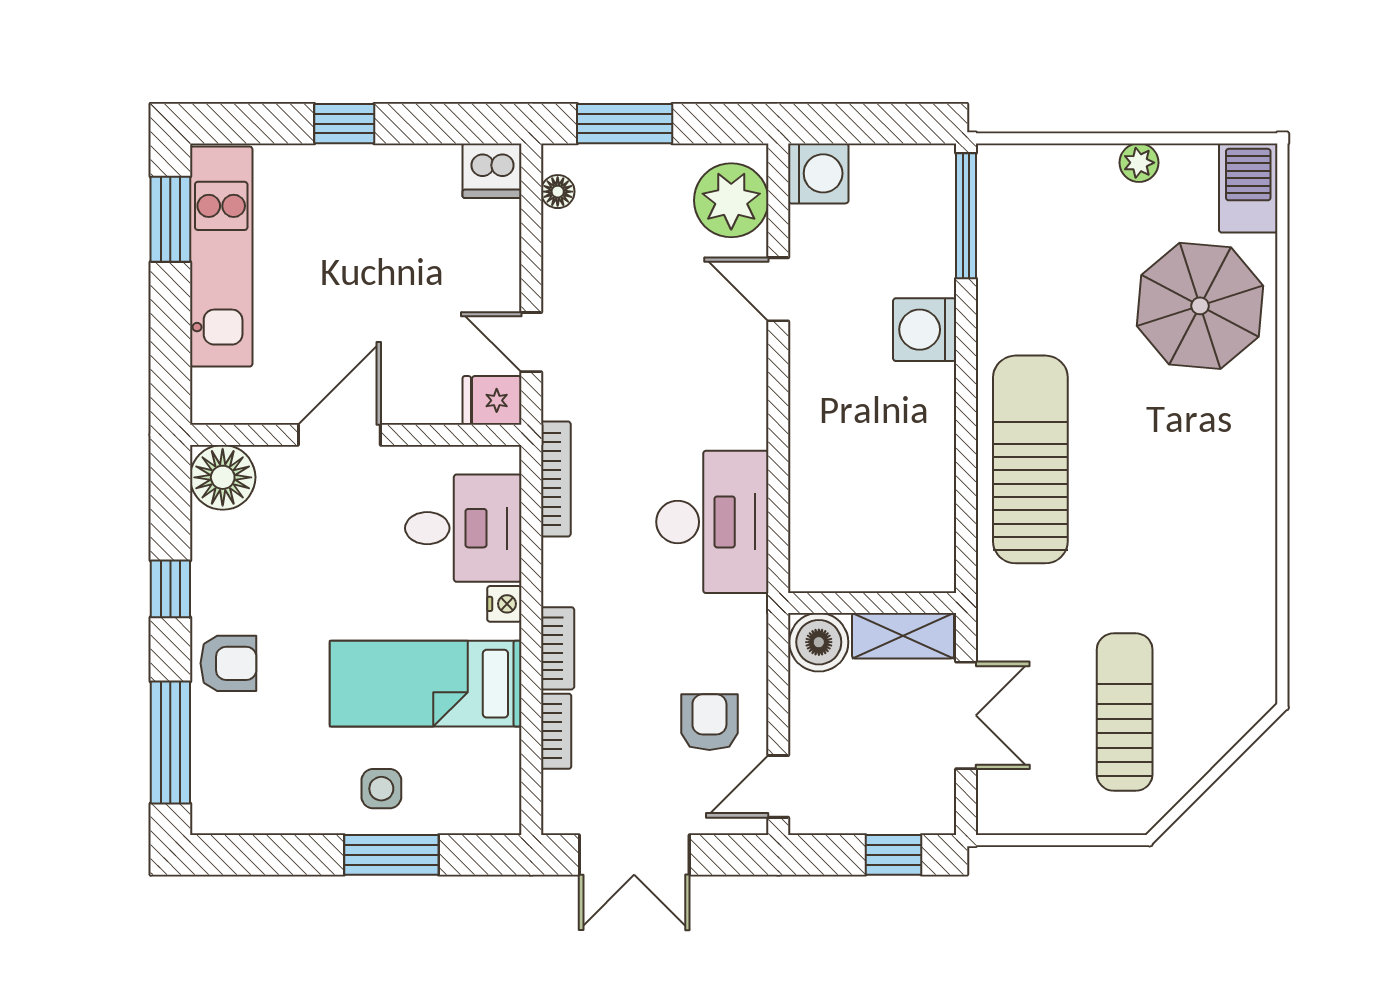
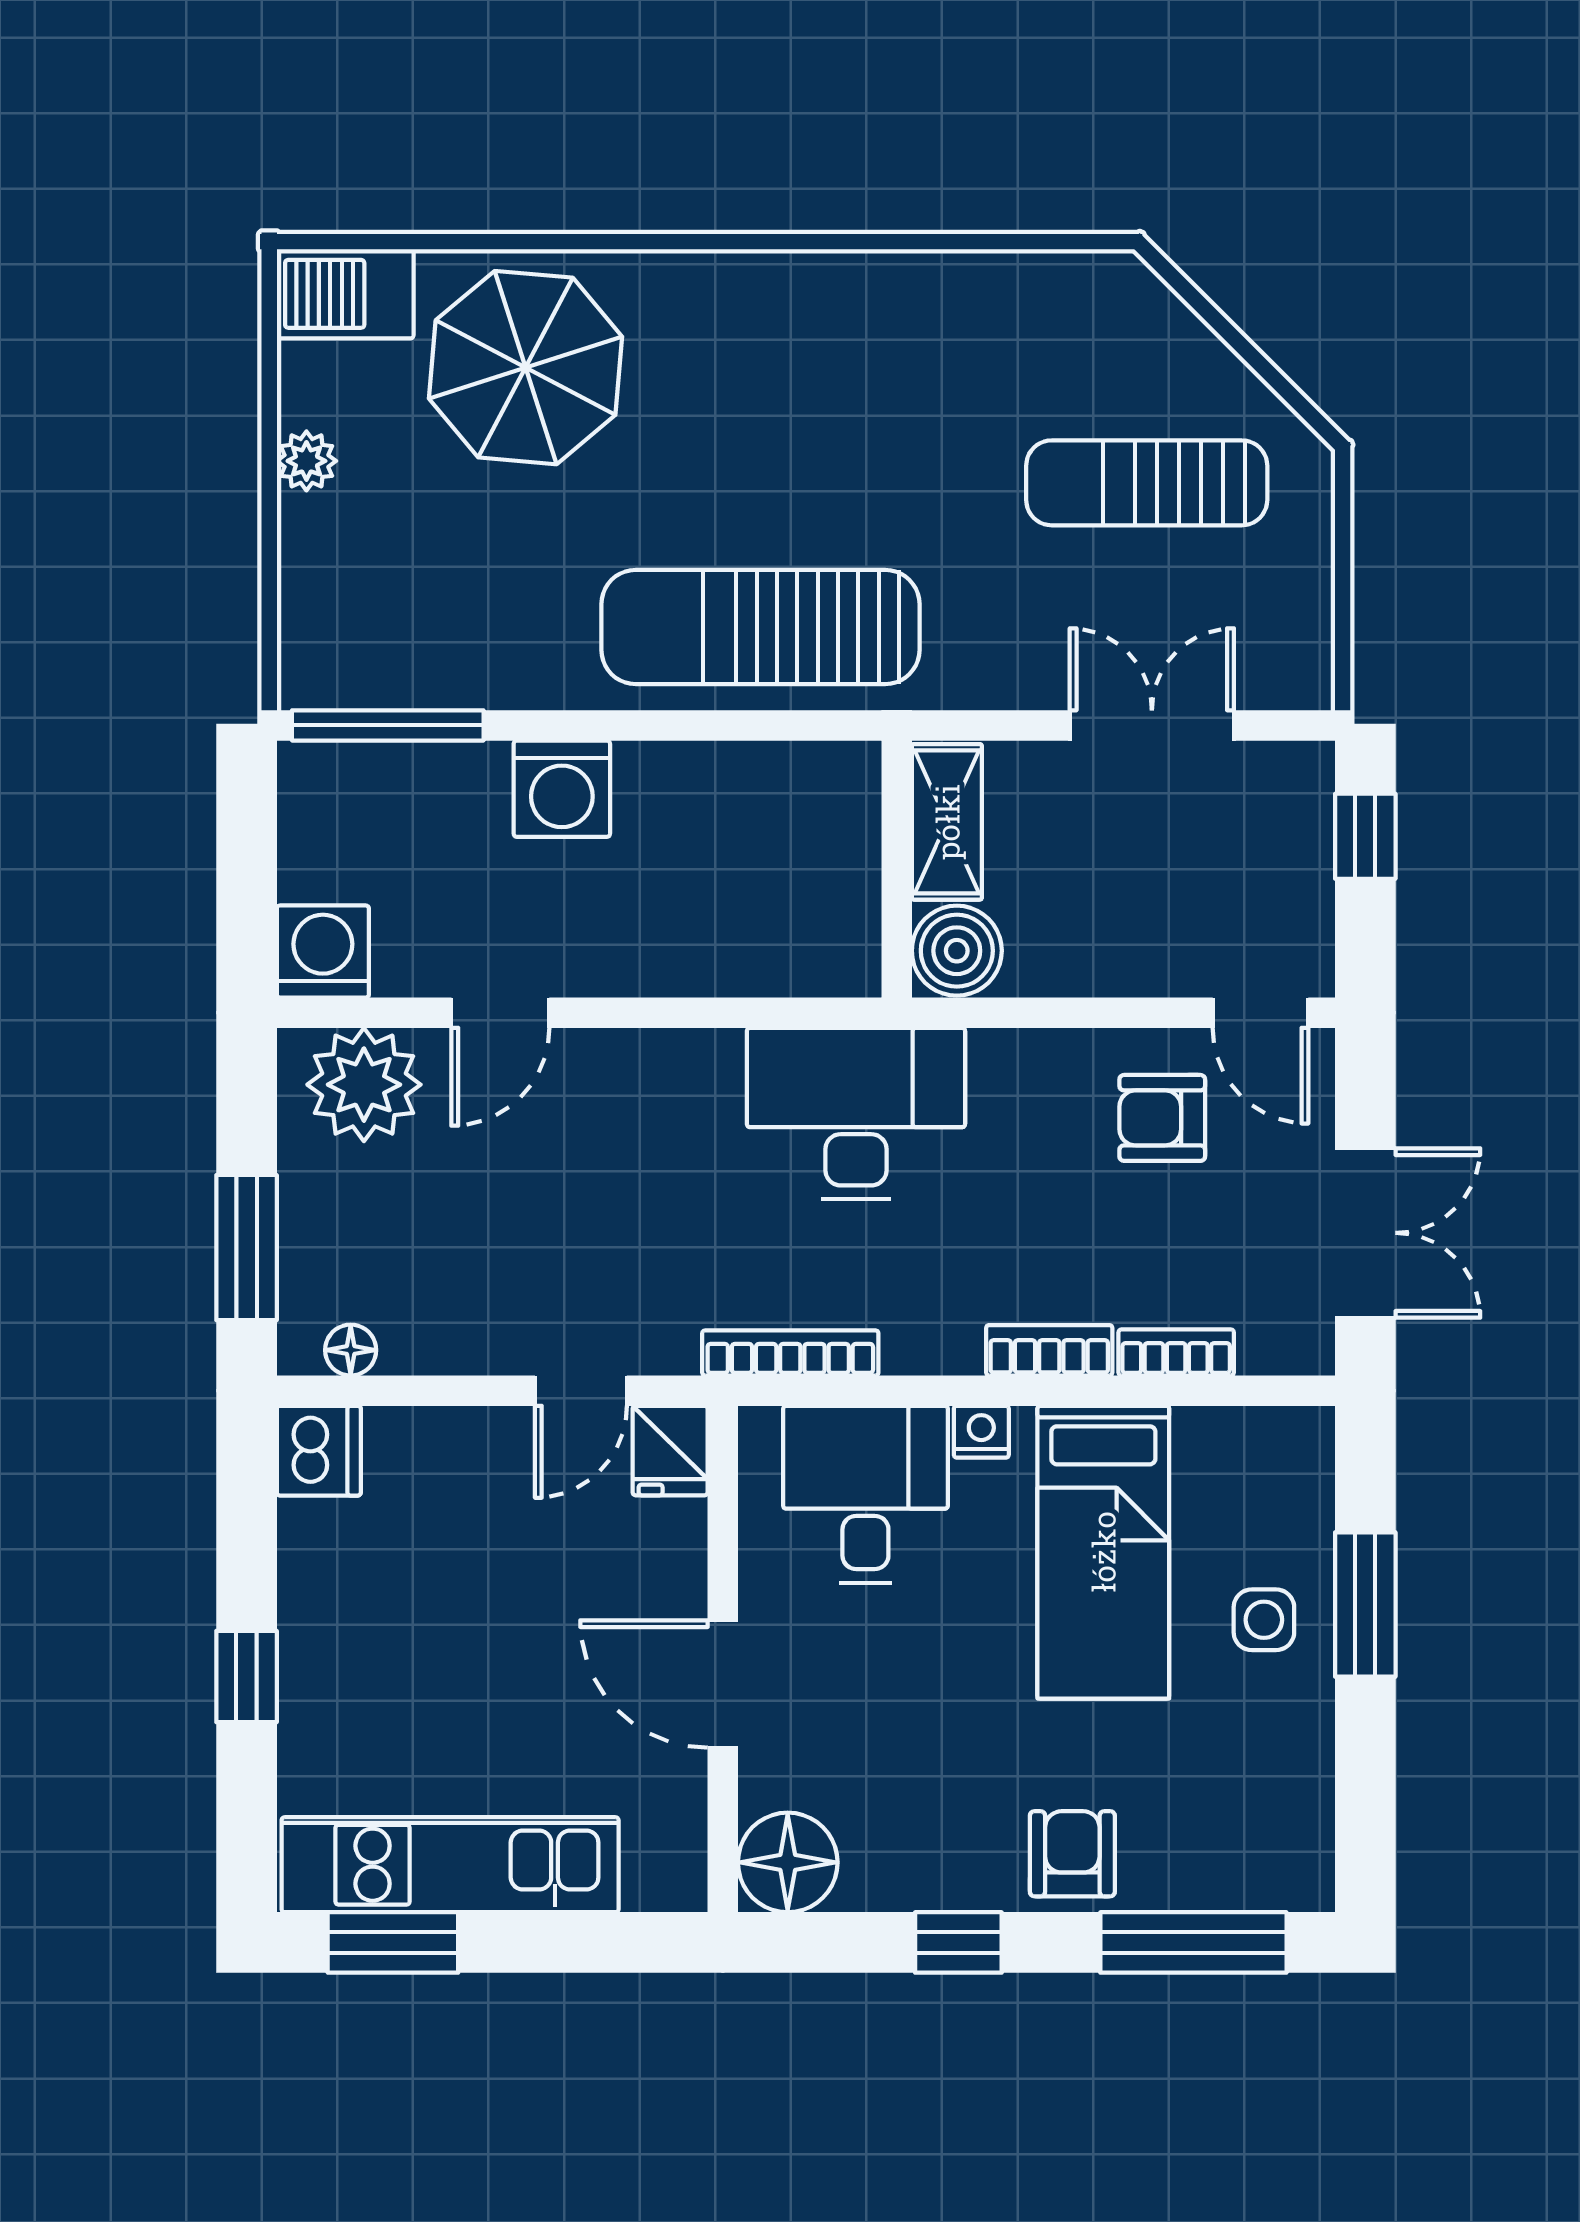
wall: (872, 603) -> (897, 869), moved
shelving: (903, 636) -> (947, 822), moved
boiler: (819, 642) -> (957, 951), moved

